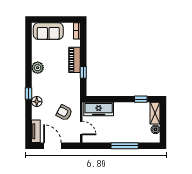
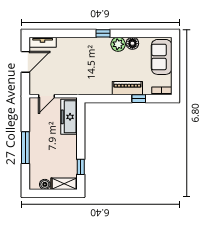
window: (83, 72) -> (139, 99), moved
window: (28, 93) -> (103, 33), moved
floor lamp: (37, 102) -> (132, 43), moved
armchair: (64, 113) -> (65, 76), removed

